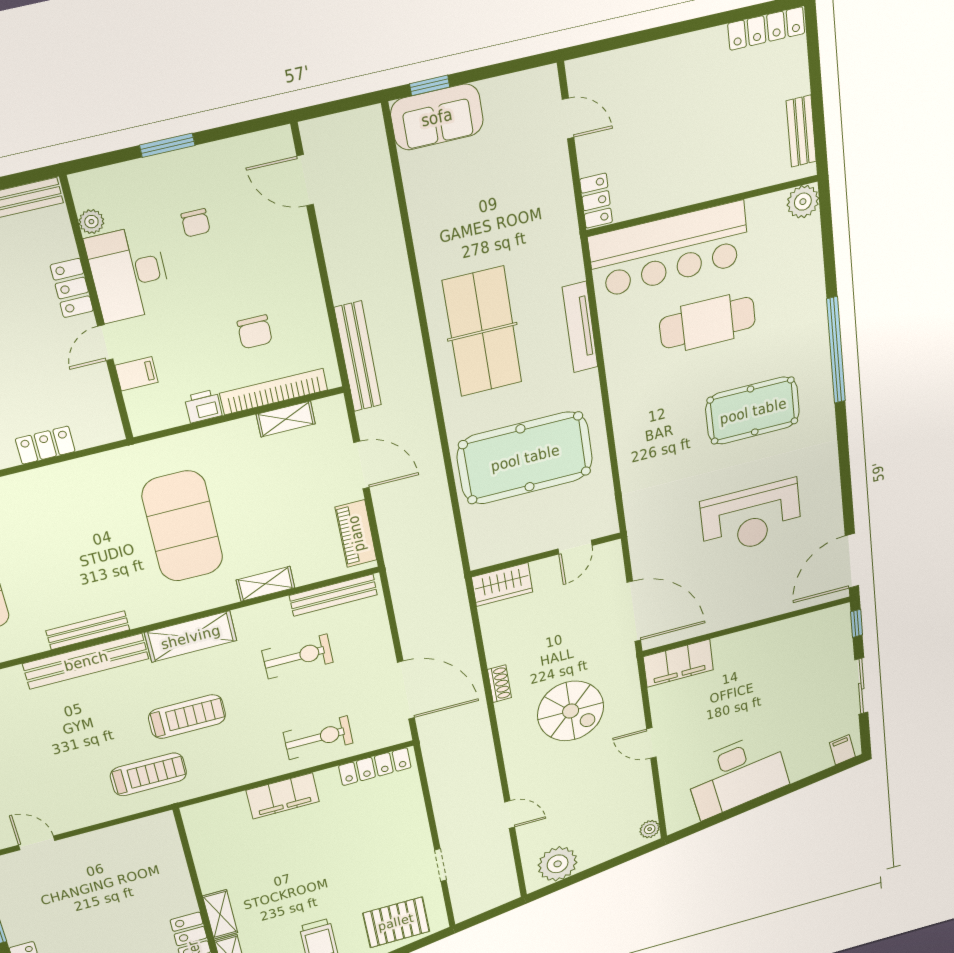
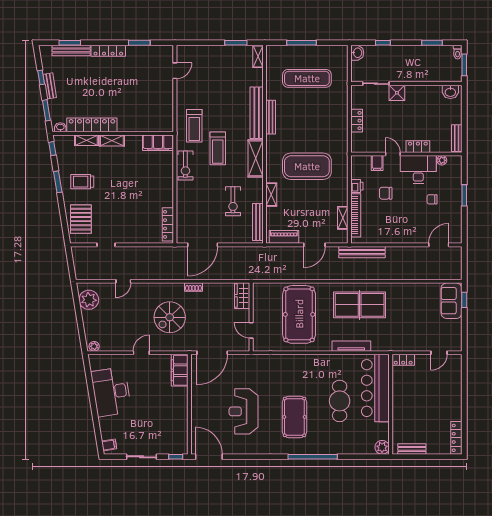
chair: (255, 332) -> (386, 193), moved
exercise bike: (318, 738) -> (185, 166), moved
filing cabinet: (283, 796) -> (158, 143), moved, turned -90

